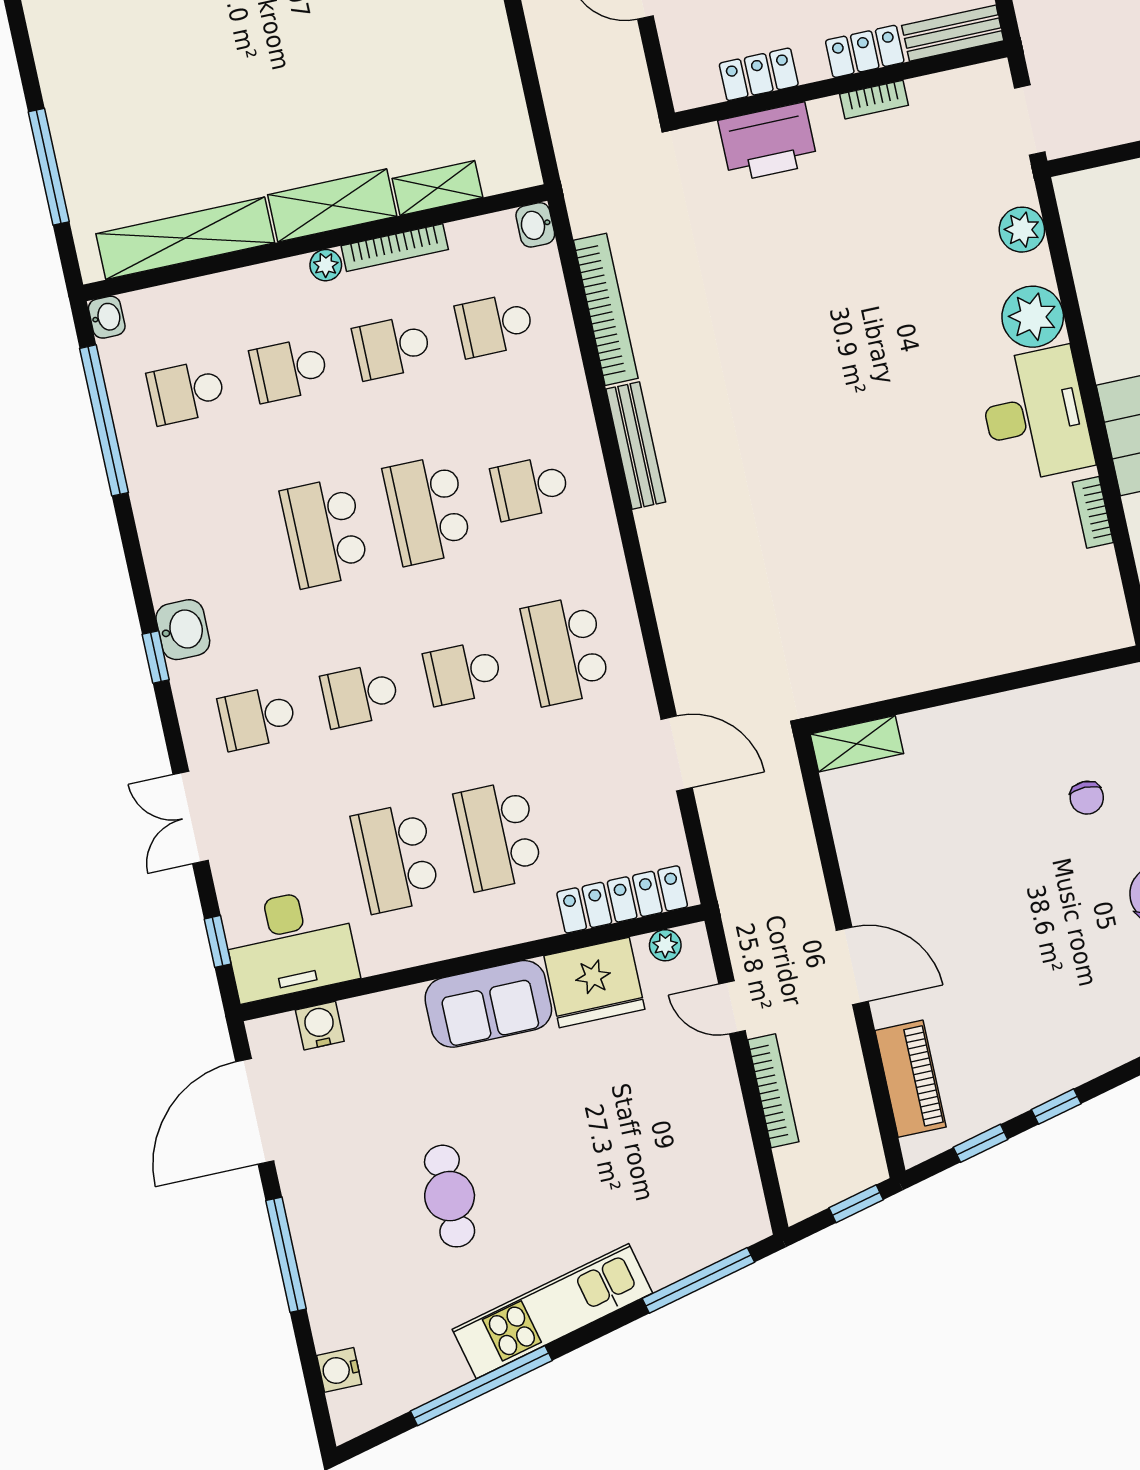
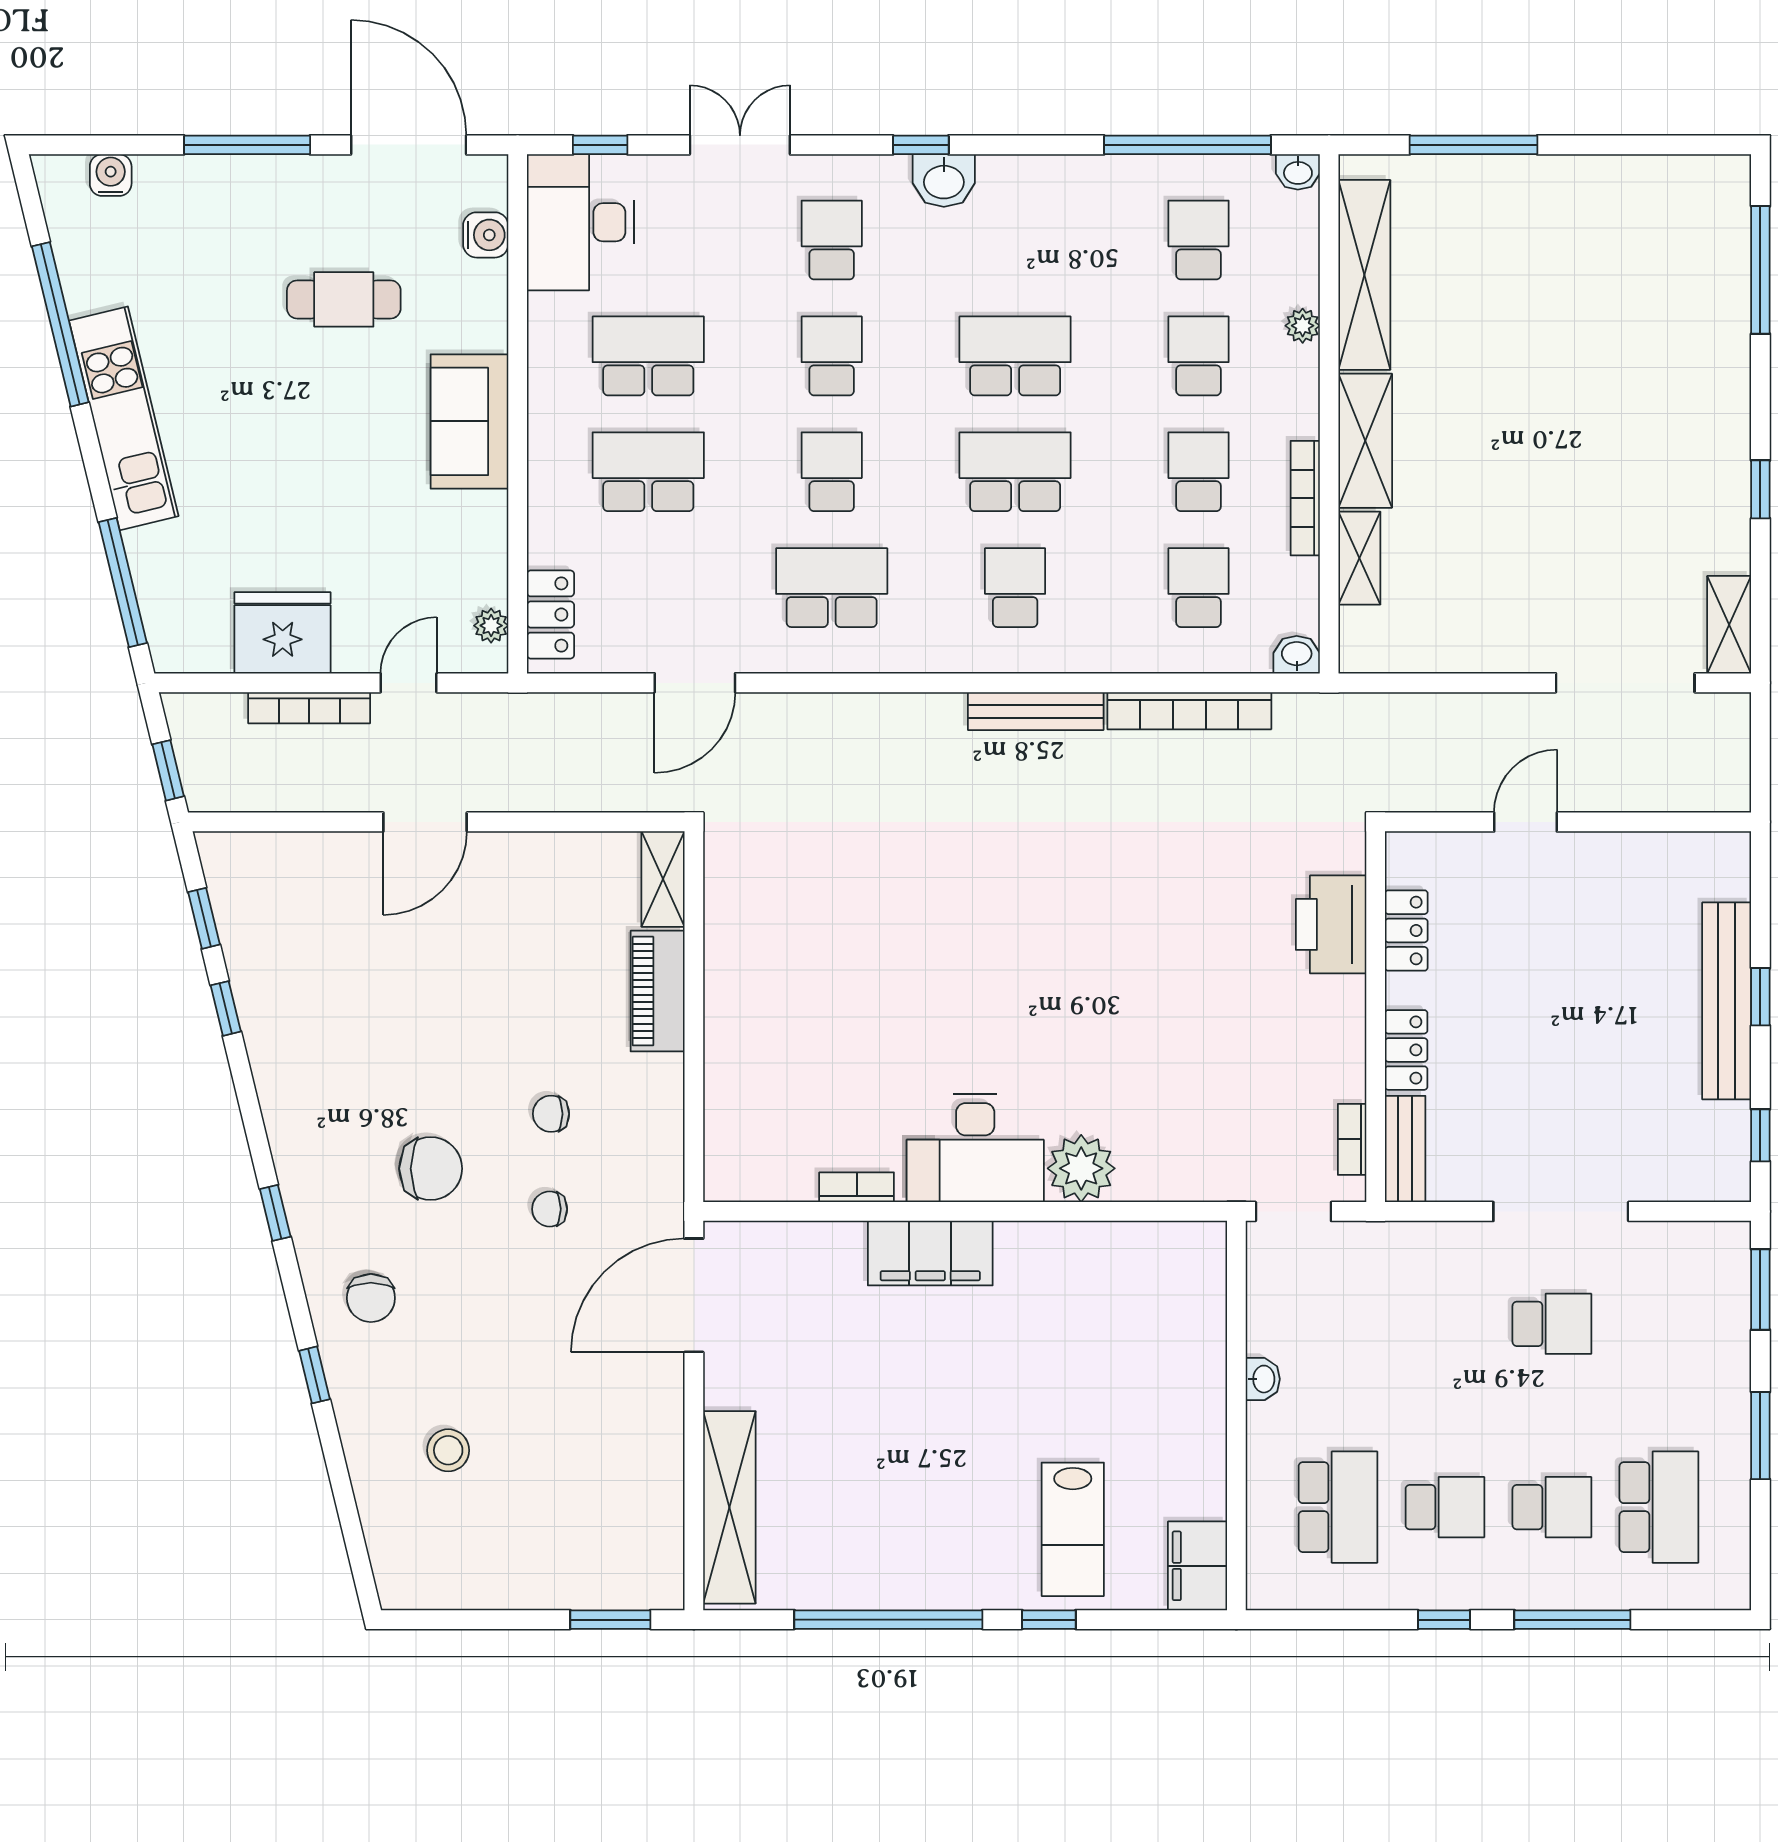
bookcase: (874, 100) -> (1352, 1139), moved
plant: (1022, 230) -> (1177, 1177), removed
plant: (326, 265) -> (1303, 326), moved
locker: (622, 899) -> (550, 614), width x0.66
fridge: (594, 982) -> (283, 633), moved, turned 90
piano: (911, 1079) -> (658, 991), moved, turned 90
cafe table: (450, 1196) -> (344, 299), moved

